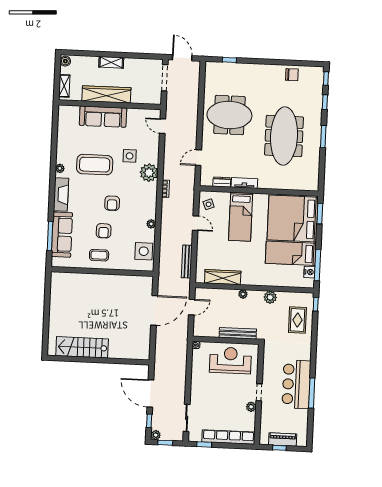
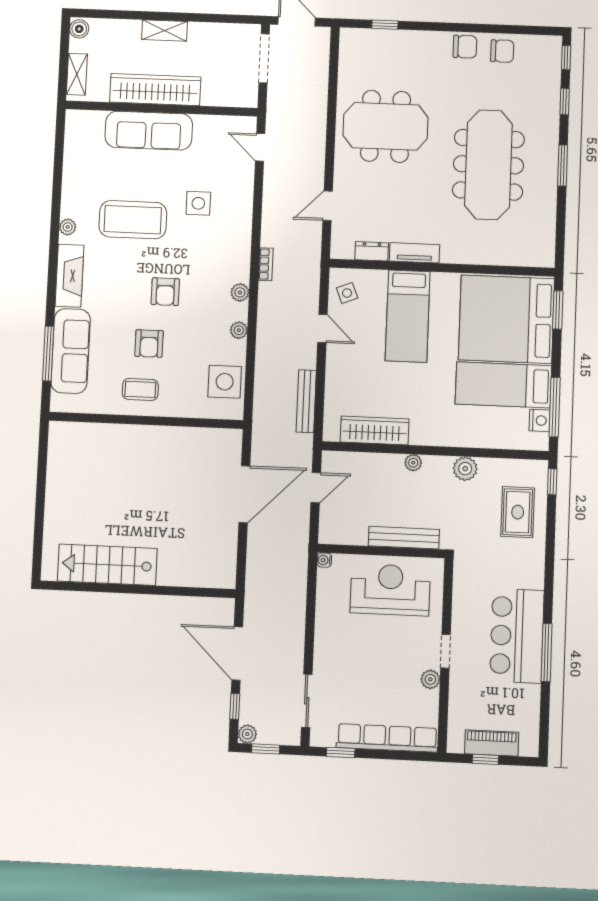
chair: (272, 72) -> (465, 47), added
plant: (149, 173) -> (240, 292), moved, width x0.53, depth x0.53

